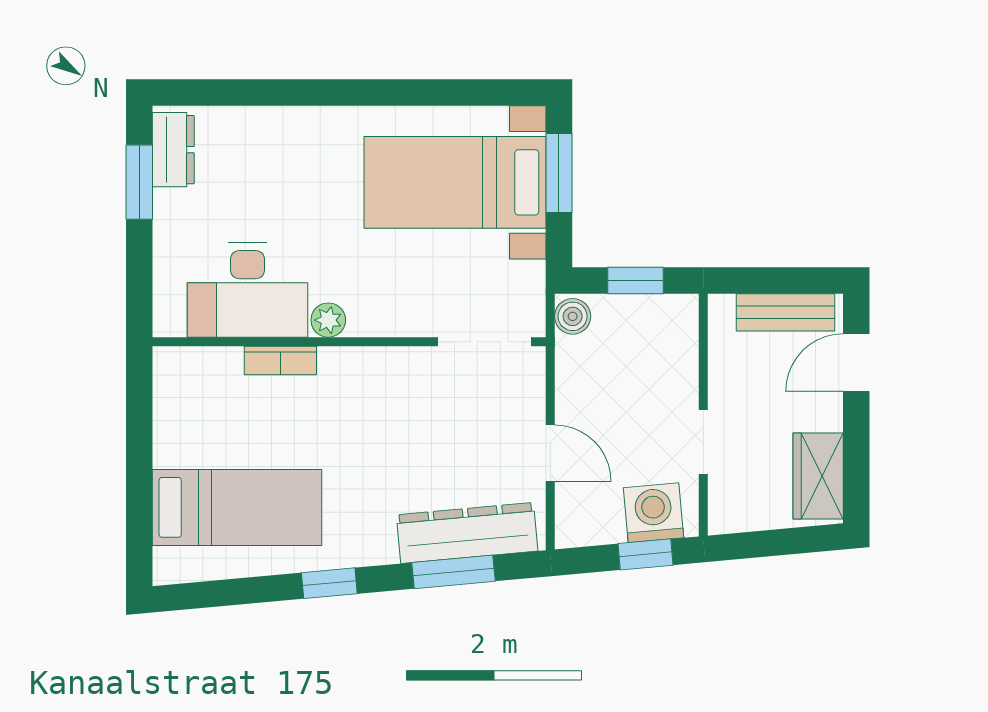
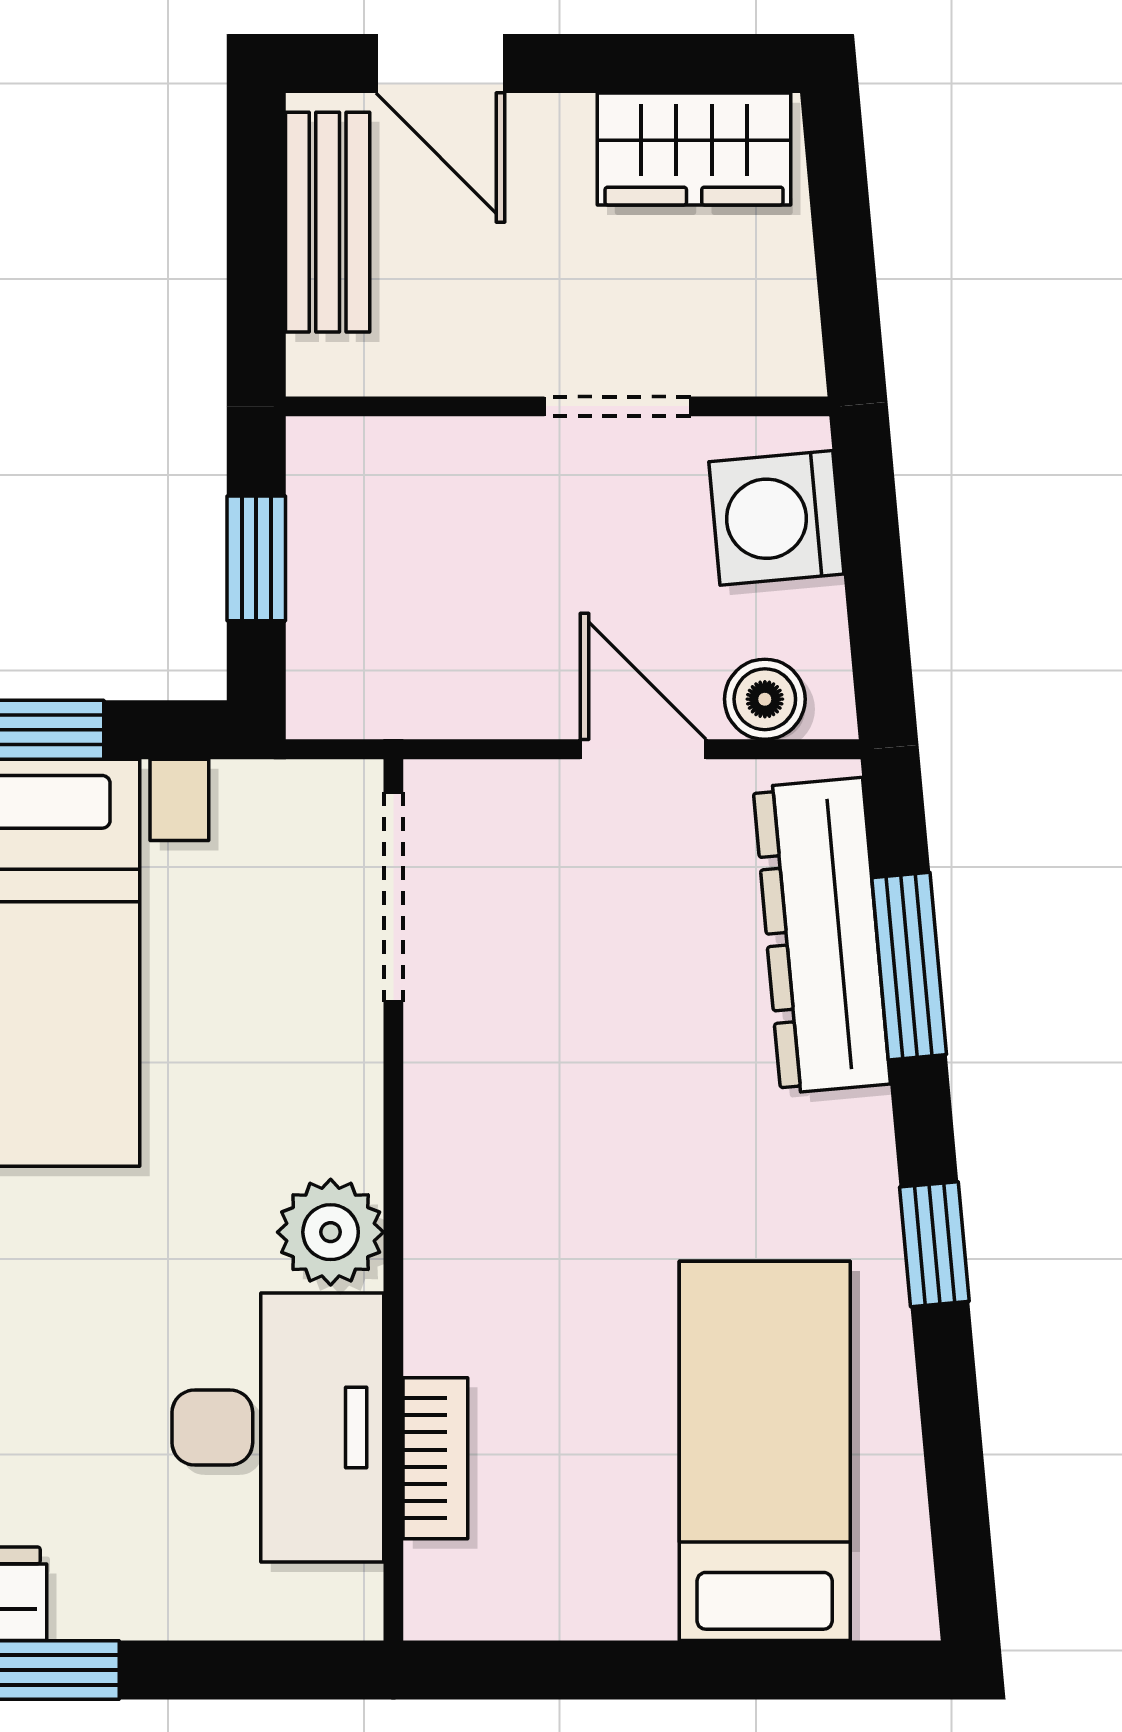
boiler: (573, 316) -> (765, 699), moved
plant: (328, 320) -> (331, 1232), width x1.38, depth x1.38
bookcase: (280, 360) -> (435, 1458), moved
door: (550, 453) -> (643, 749), hinge flipped
window: (645, 554) -> (870, 536), removed

